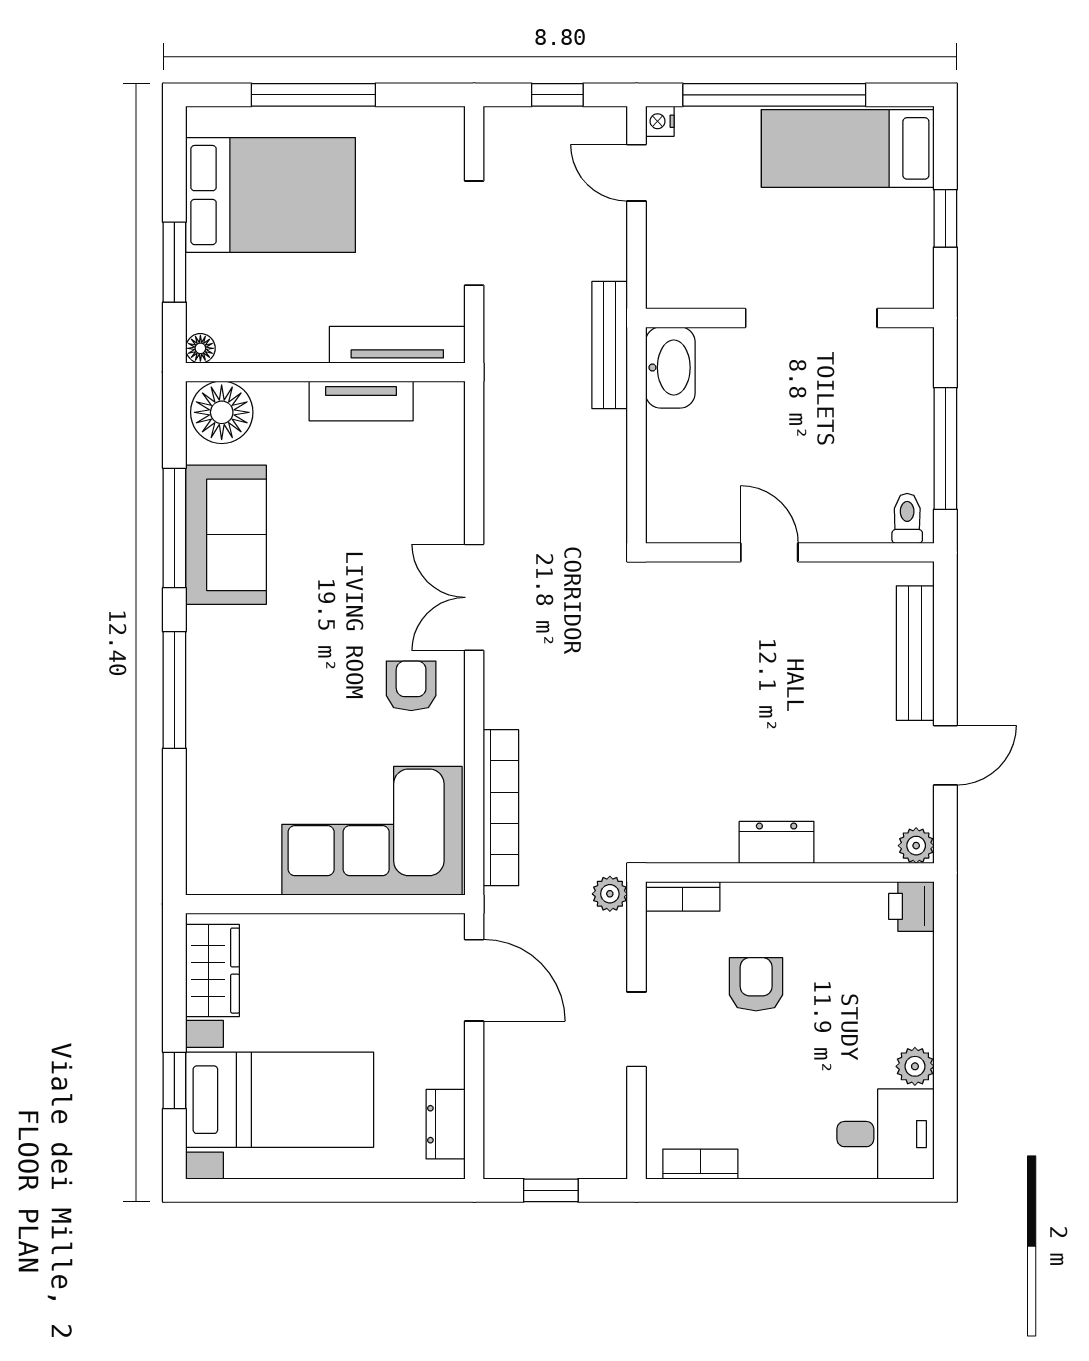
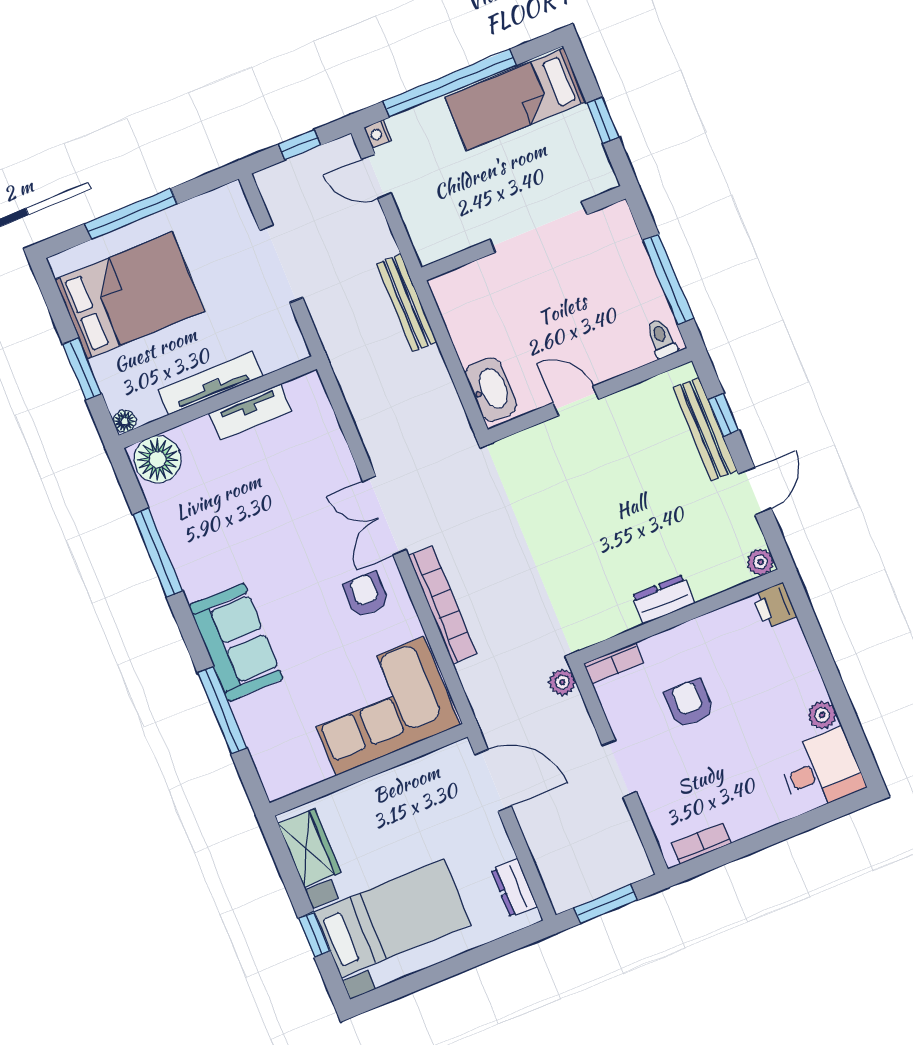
tv unit: (397, 345) -> (210, 383), moved
washbasin: (670, 368) -> (491, 389), moved
sofa: (226, 535) -> (236, 642), moved
window: (945, 645) -> (724, 415), added
window: (174, 690) -> (222, 710), moved
bookcase: (501, 808) -> (443, 605), moved
window: (551, 1190) -> (606, 904), width x1.50

